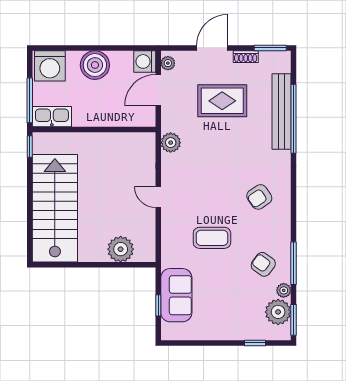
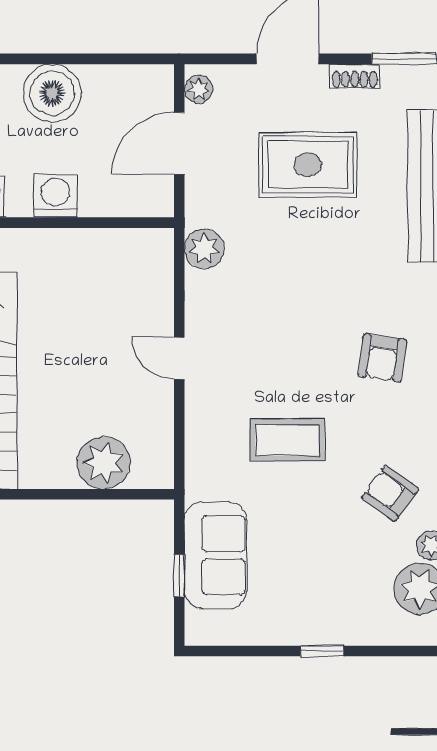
washing machine: (145, 61) -> (55, 195), moved, turned 90
armchair: (259, 197) -> (382, 358), turned -48
window: (255, 343) -> (322, 651), moved

